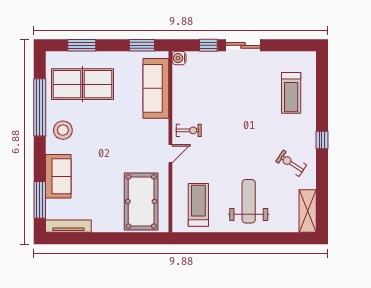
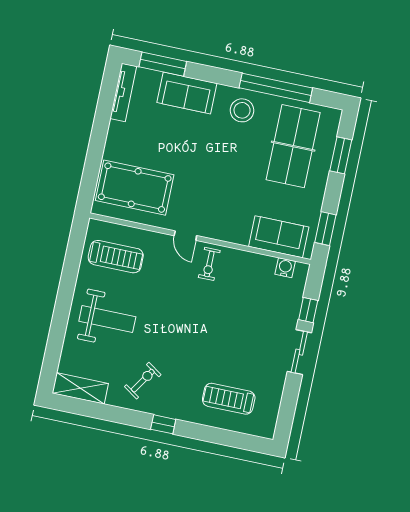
water cooler: (179, 58) -> (285, 268), moved
sofa: (156, 88) -> (279, 237), width x0.73

